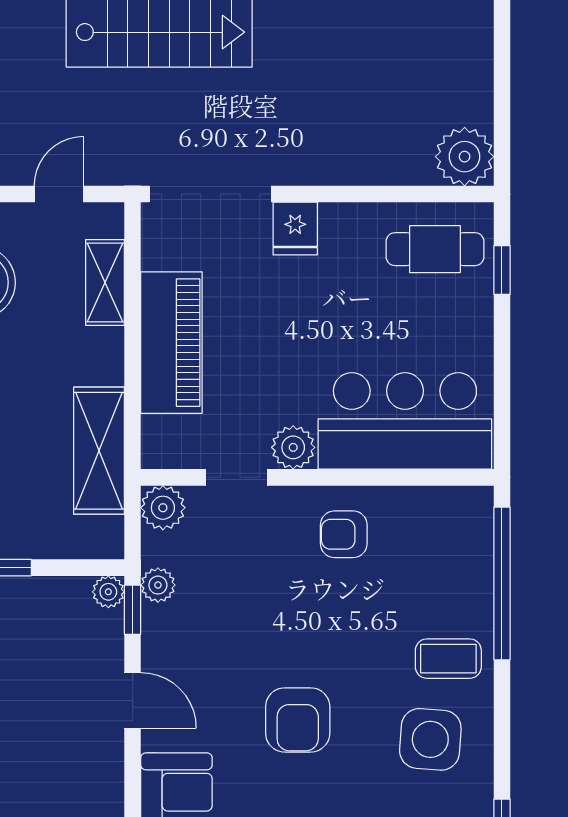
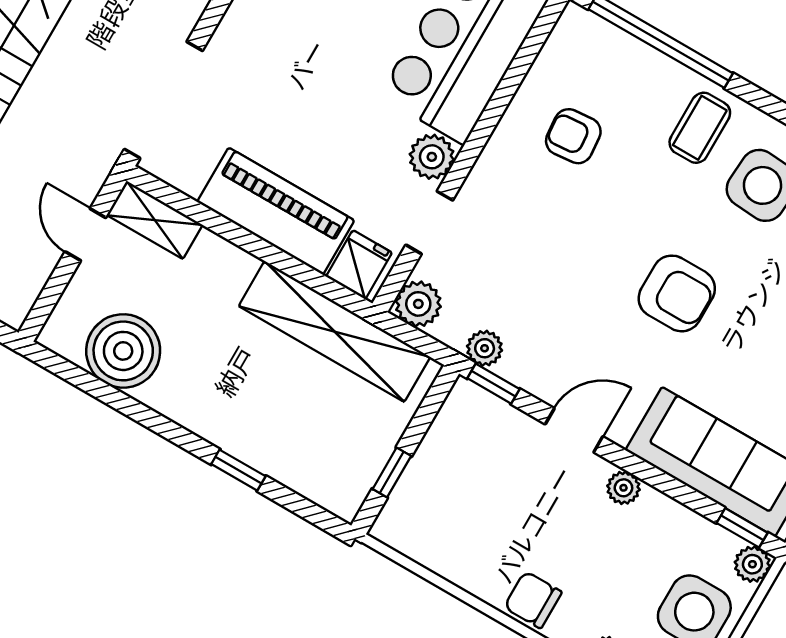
fridge: (295, 229) -> (359, 265), moved, turned -90
shelving: (105, 283) -> (155, 220), moved
shelving: (99, 451) -> (335, 331), width x1.47
armchair: (344, 534) -> (573, 136), moved, turned 85
plant: (108, 592) -> (623, 488), moved

